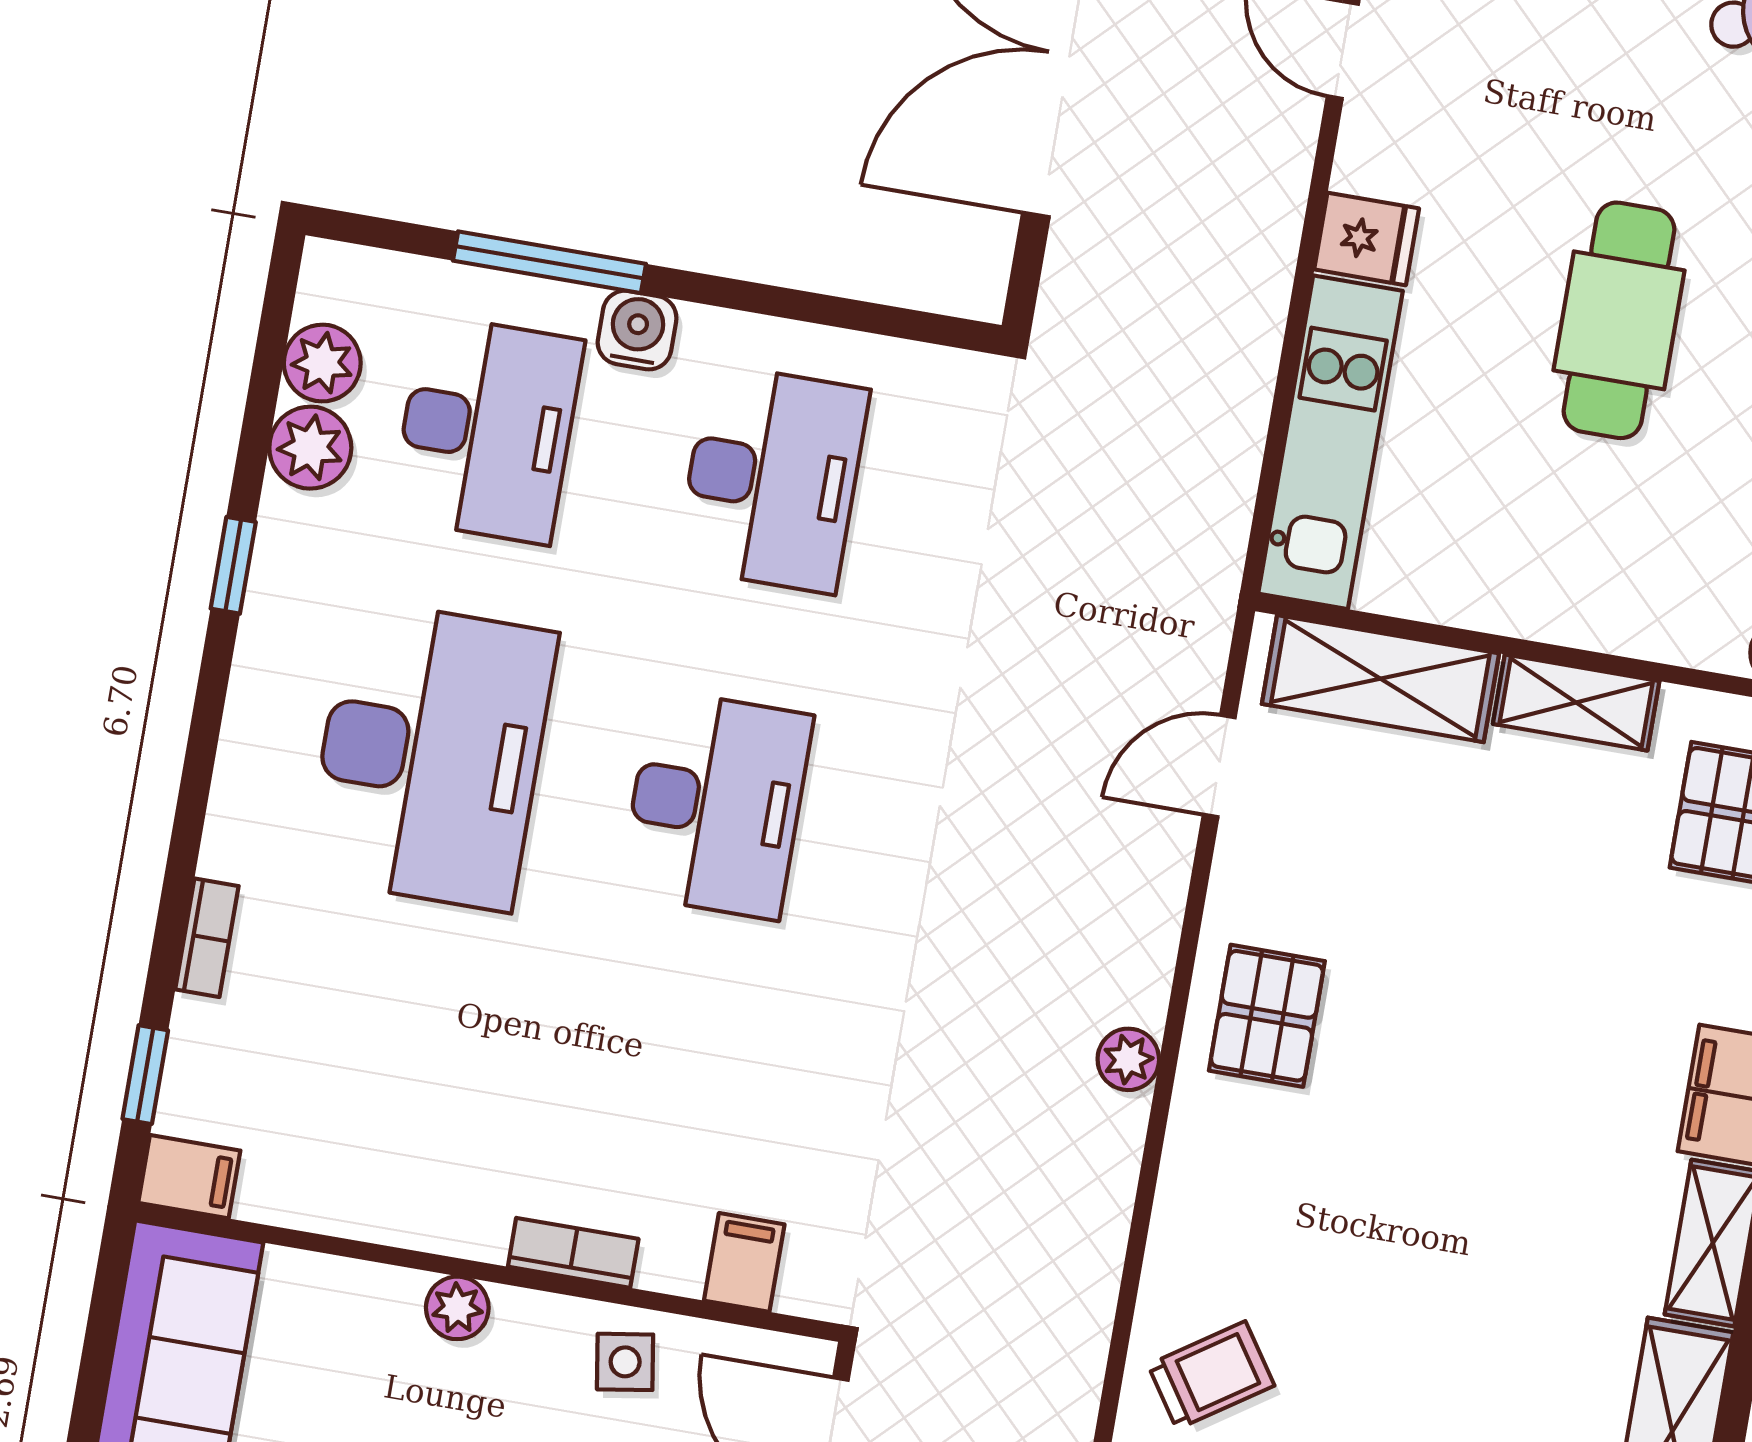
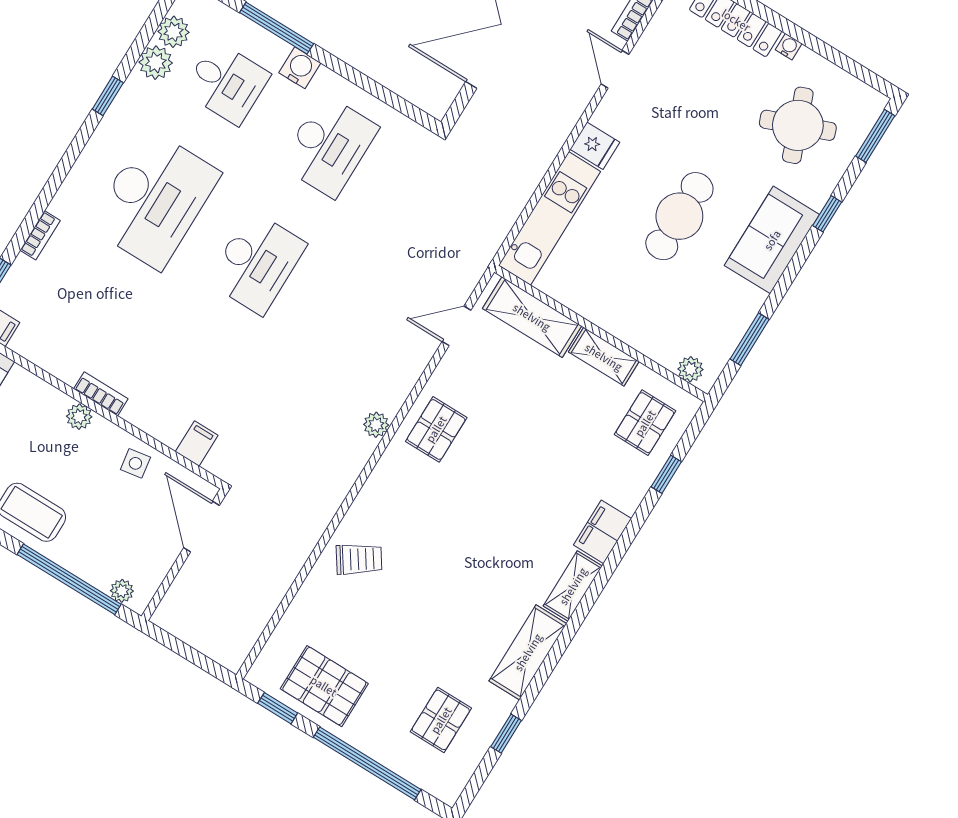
desk: (487, 429) -> (227, 83), width x0.73
bookcase: (573, 1253) -> (101, 394), moved

